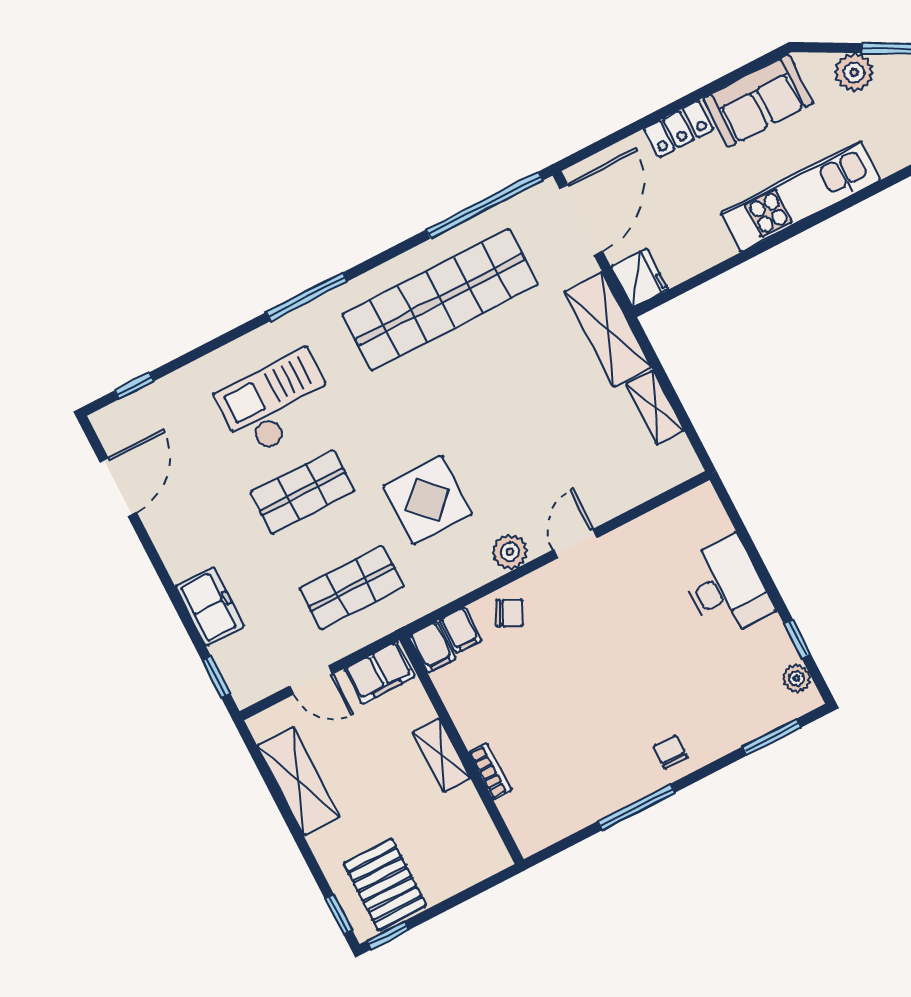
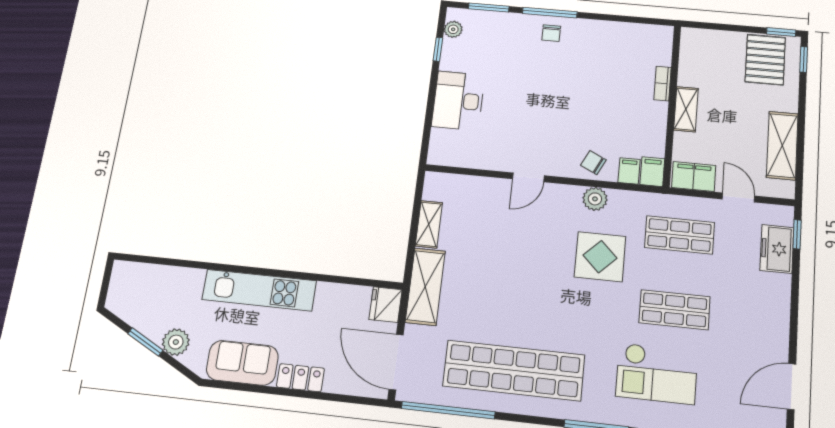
door: (581, 220) -> (396, 362), hinge flipped
plant: (510, 552) -> (595, 199), moved
freezer: (210, 606) -> (777, 249), moved
window: (636, 807) -> (550, 13), moved

